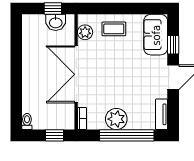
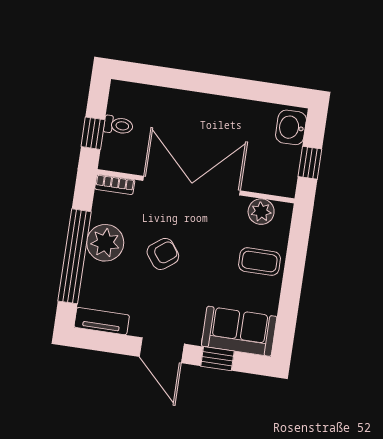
washbasin: (56, 22) -> (291, 127), moved
coffee table: (114, 29) -> (260, 262), turned 90
armchair: (118, 85) -> (163, 254), added
toilet: (27, 122) -> (118, 125), moved

